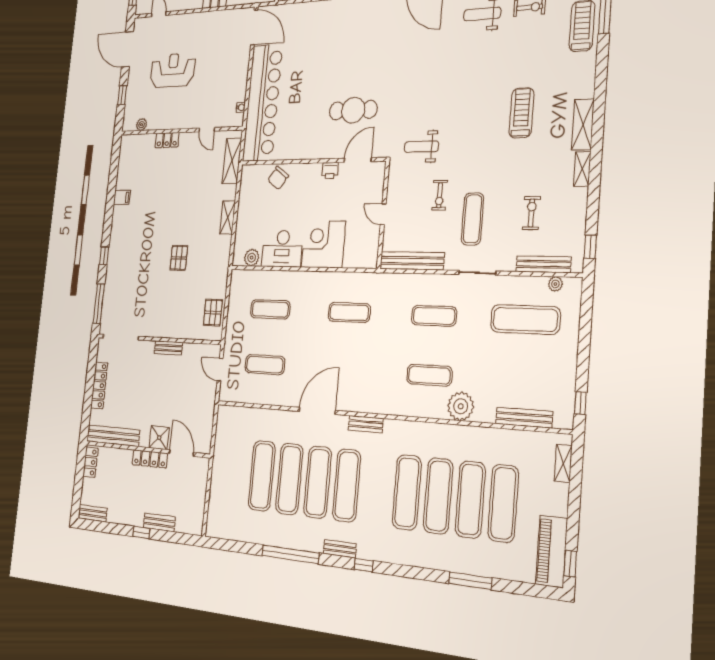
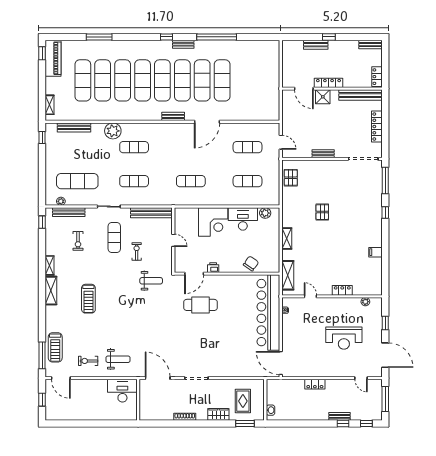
exercise mat: (262, 476) -> (162, 80), moved

